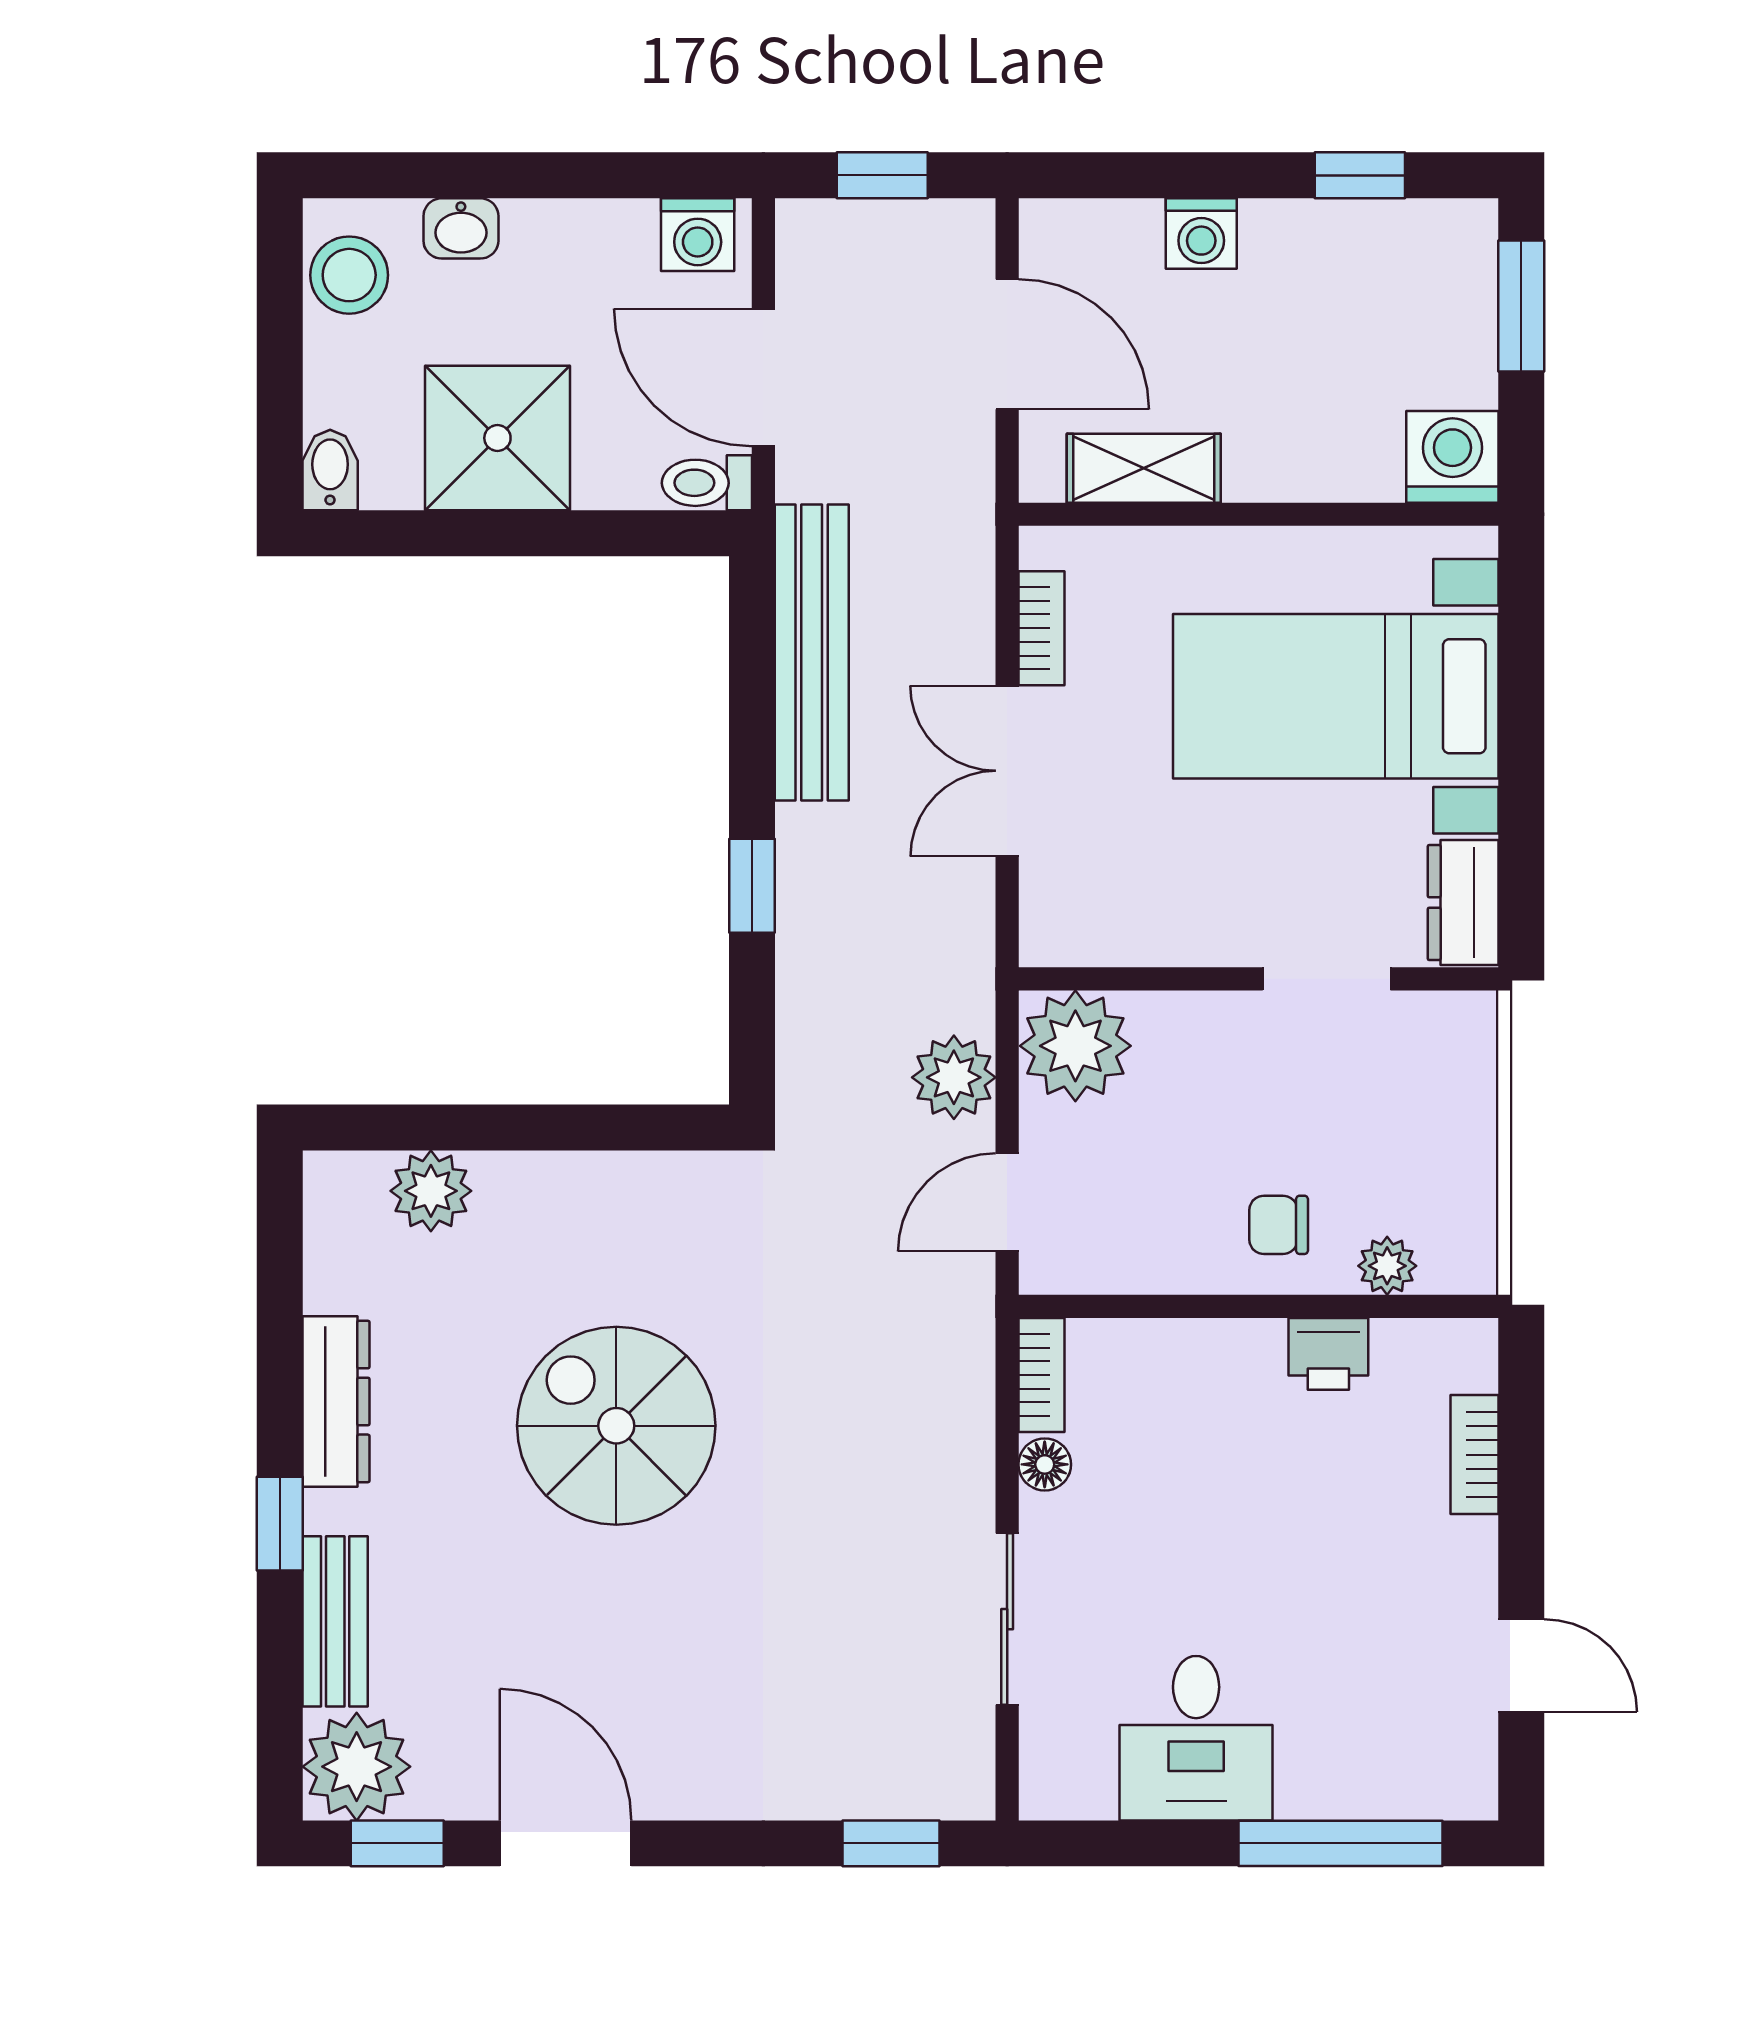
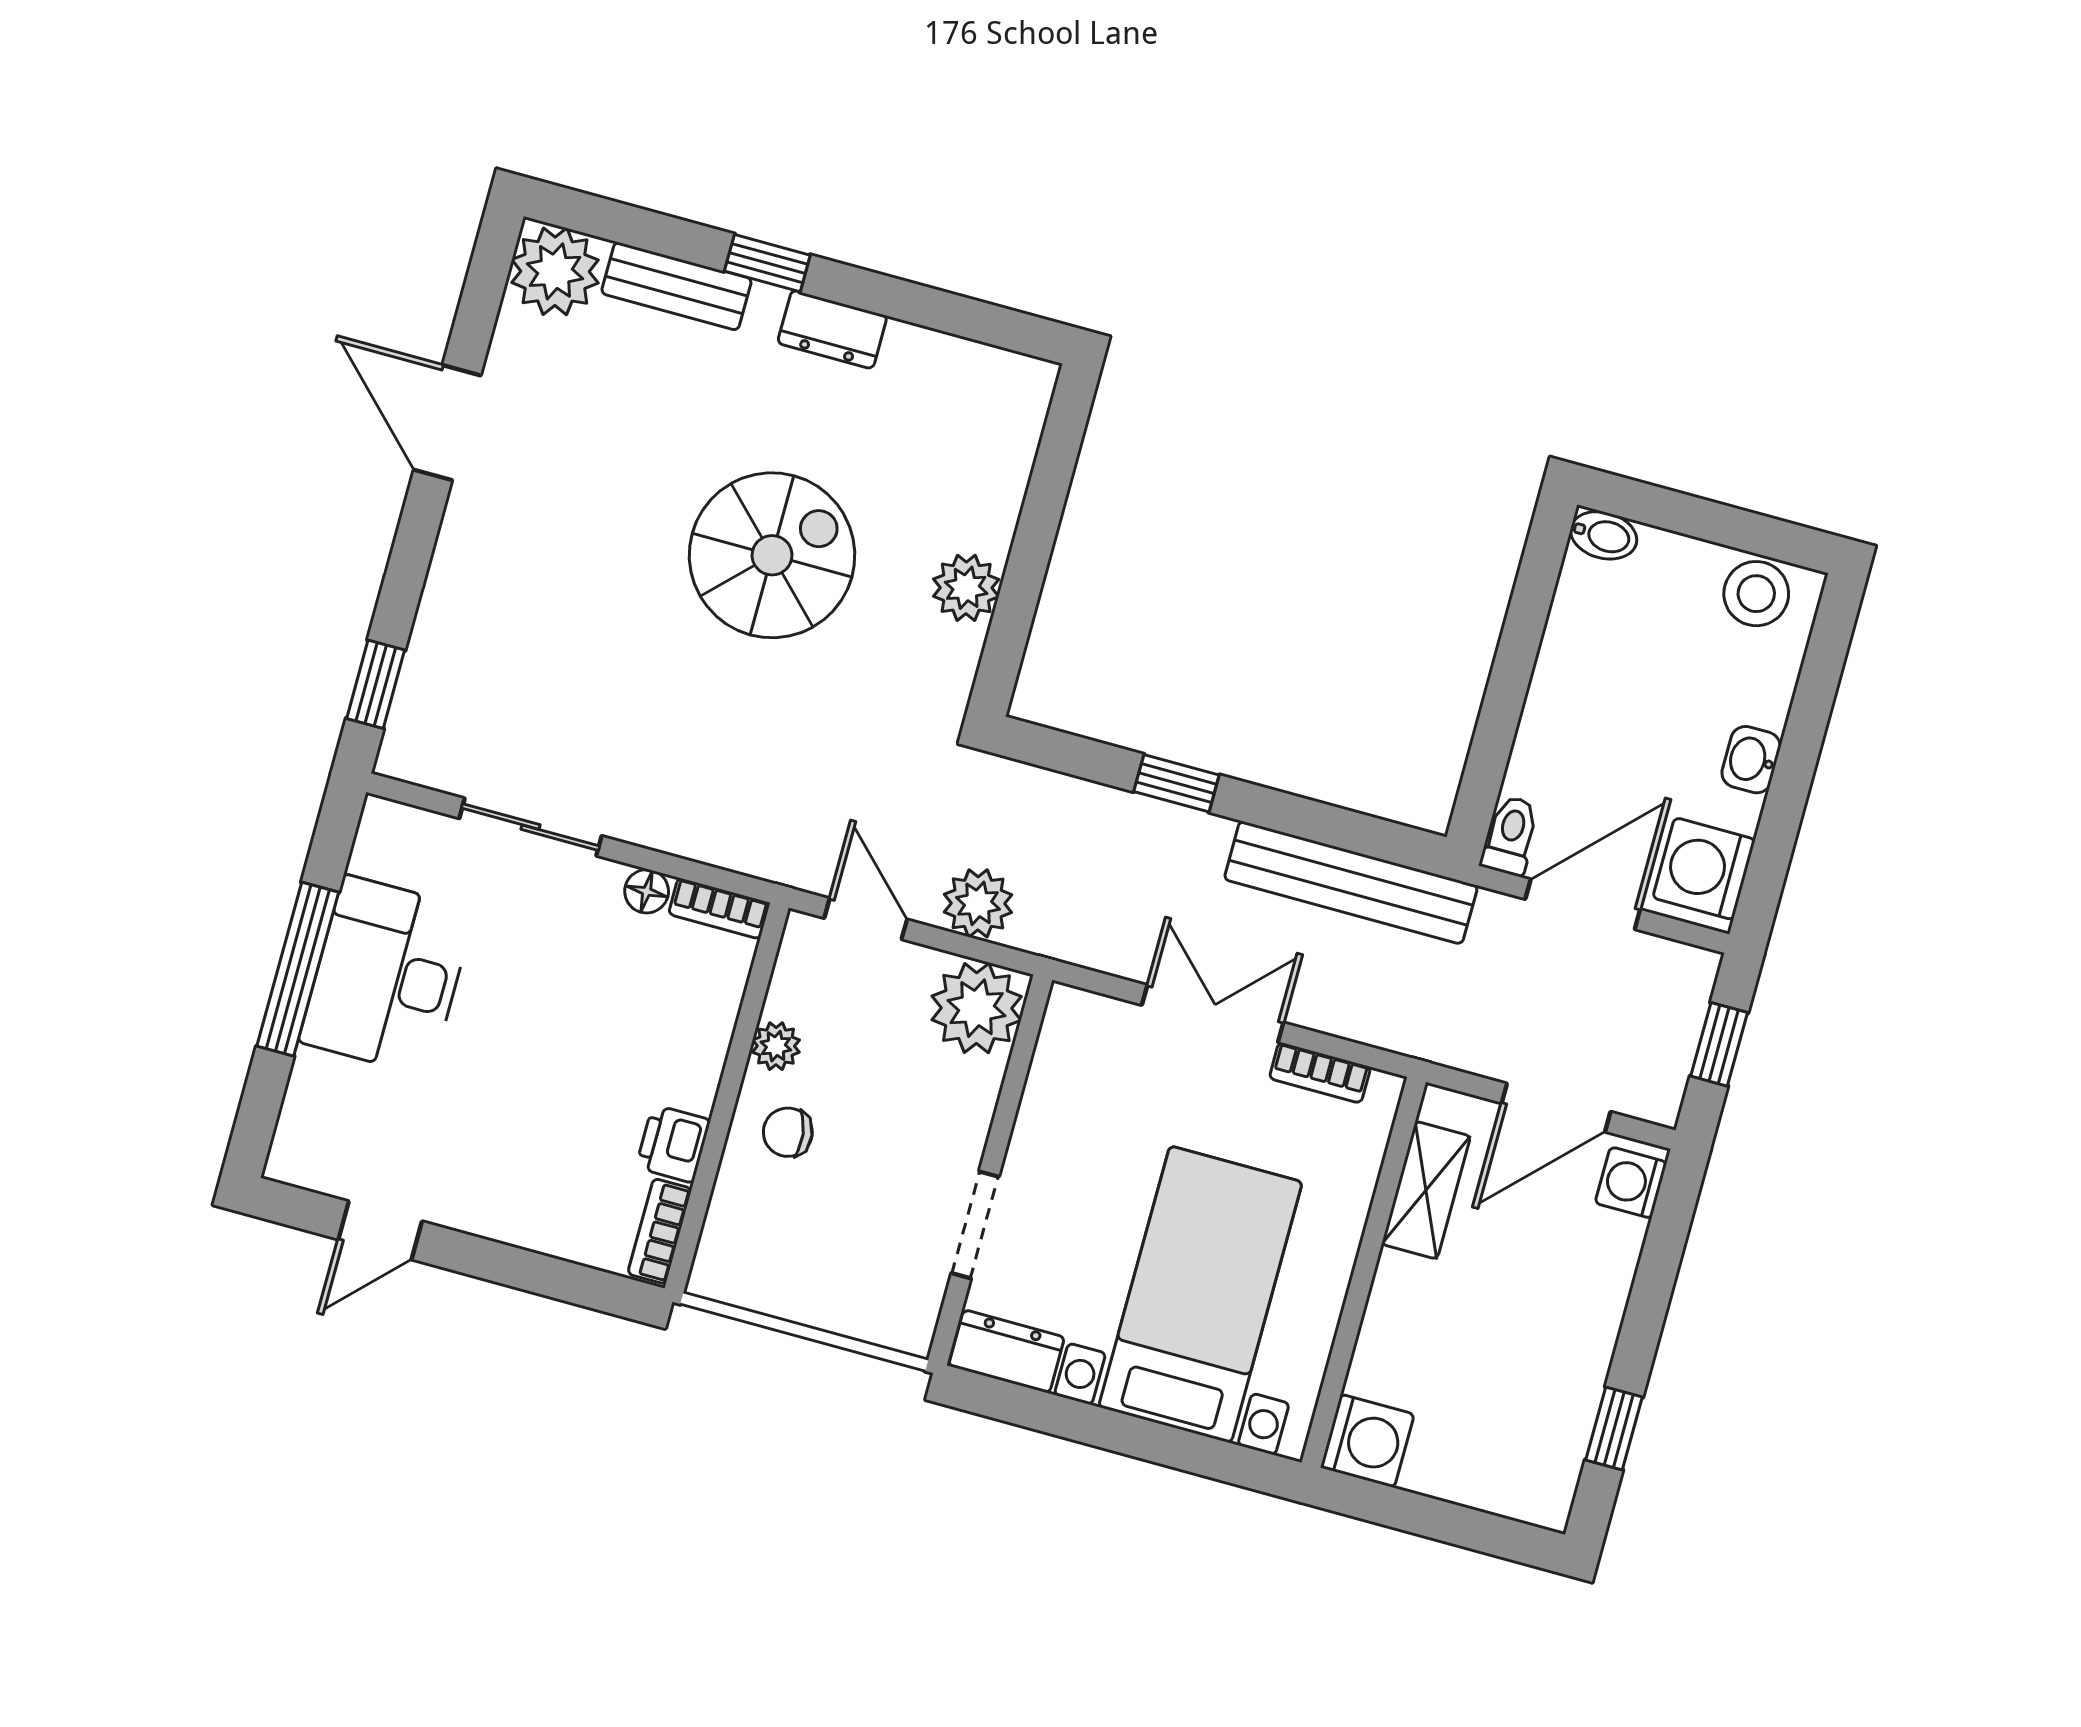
washbasin: (461, 228) -> (1751, 760), moved
washing machine: (1201, 234) -> (1631, 1183), moved
washing machine: (698, 235) -> (1704, 869), width x1.38, depth x1.38
window: (1521, 306) -> (1474, 1529), removed
shower: (497, 438) -> (1593, 677), removed
plant: (431, 1191) -> (966, 588), moved
chair: (1279, 1225) -> (788, 1132), turned -98
plant: (1387, 1266) -> (776, 1046), moved
dresser: (336, 1401) -> (832, 329), width x0.70
bookcase: (1475, 1455) -> (660, 1231), moved, turned -90
desk: (1196, 1738) -> (387, 976), width x1.37
window: (397, 1843) -> (484, 287), removed
door: (566, 1843) -> (447, 423), swing flipped
window: (1340, 1843) -> (298, 969), moved

